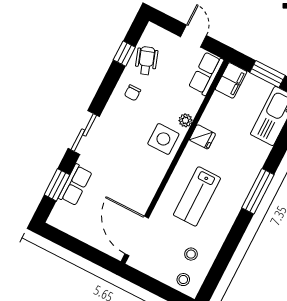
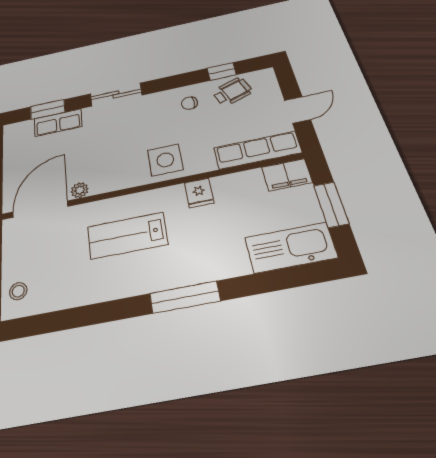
row of seats: (206, 73) -> (257, 150), width x1.48
plant: (185, 120) -> (80, 190), moved
stool: (191, 254) -> (55, 278), removed

